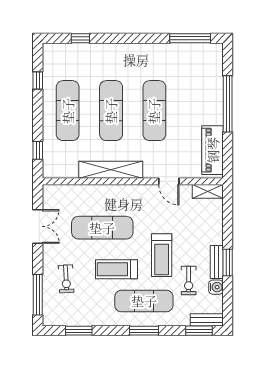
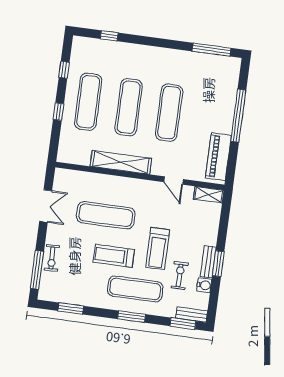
window: (38, 150) -> (58, 112), moved
exercise bike: (66, 279) -> (52, 258), moved
exercise bike: (189, 281) -> (180, 275), turned 180

